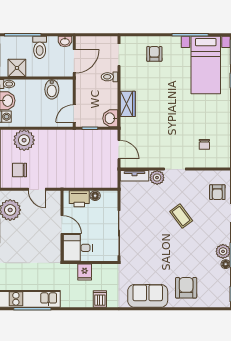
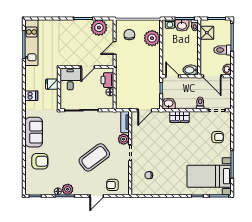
bidet: (52, 89) -> (191, 70), moved
coffee table: (181, 216) -> (94, 157), width x1.86, depth x1.72

